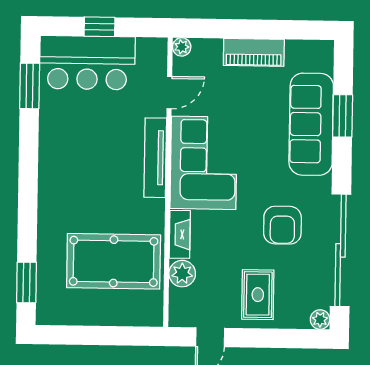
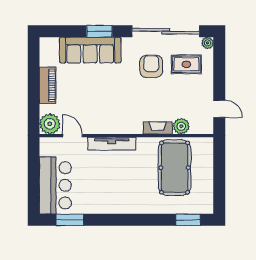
window: (99, 27) -> (34, 178), removed
plant: (182, 47) -> (50, 124), width x1.88, depth x1.88
window: (343, 116) -> (99, 31), moved
corner sofa: (204, 163) -> (114, 114), removed
armchair: (282, 225) -> (151, 66), turned -90
rug: (258, 295) -> (186, 64), moved

